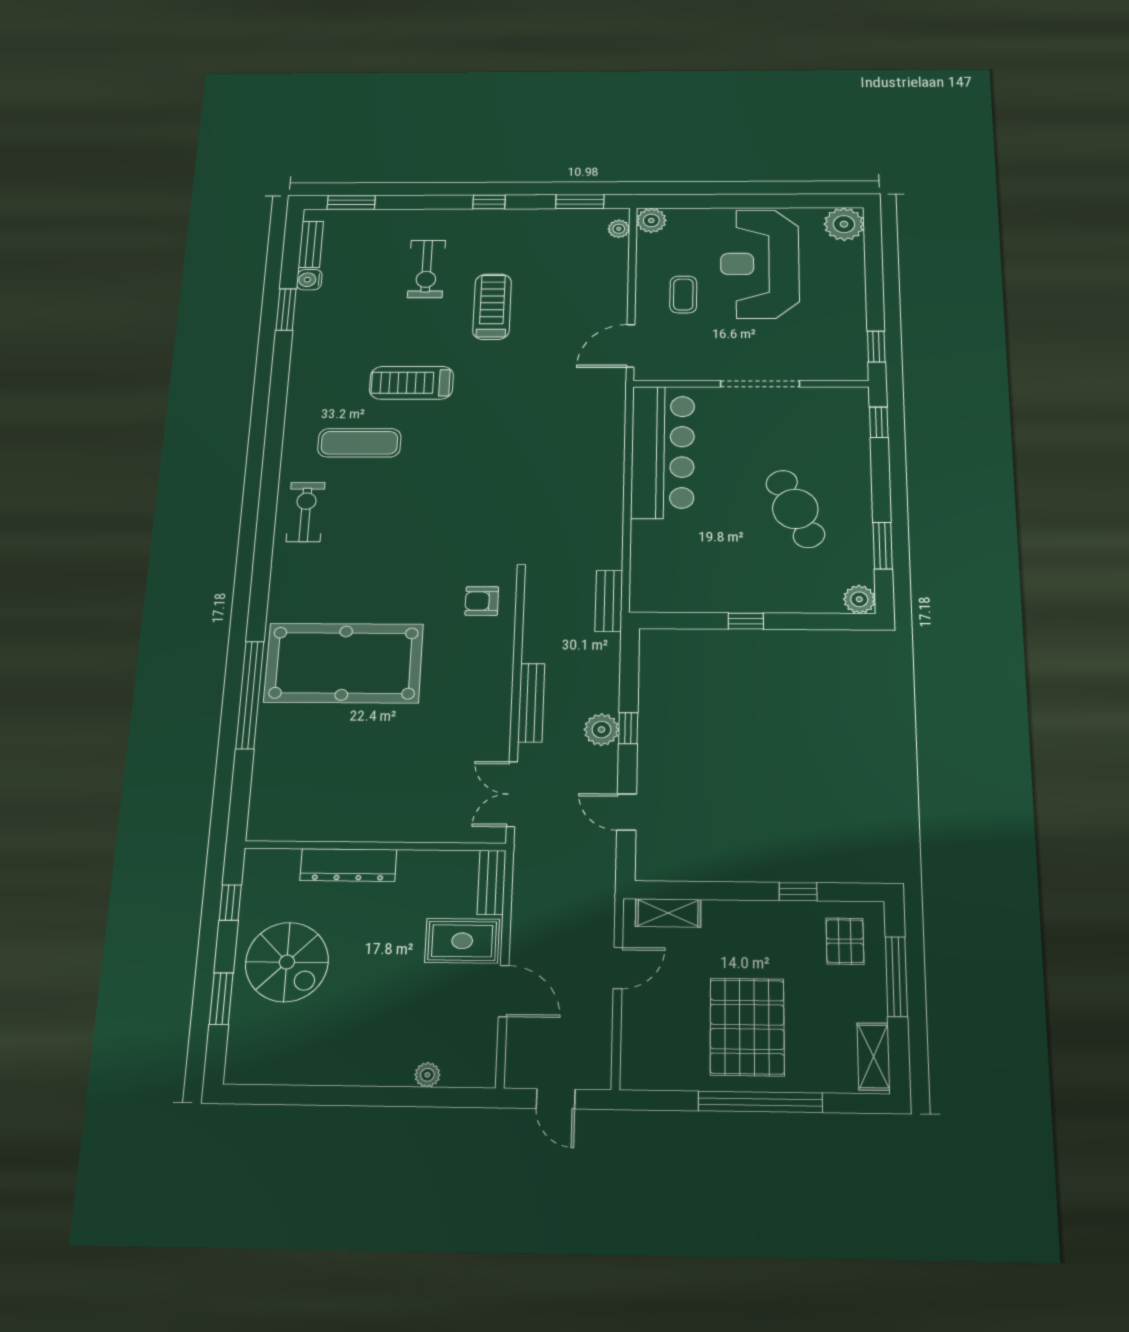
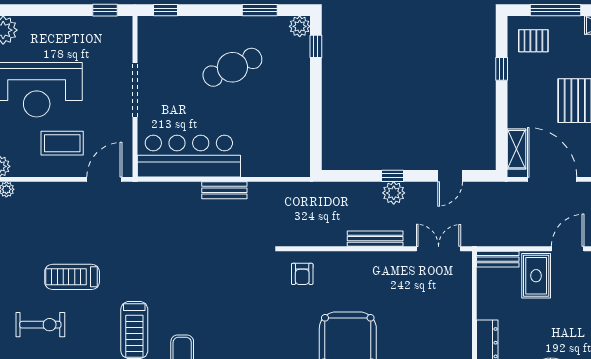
coffee table: (683, 294) -> (62, 143), width x1.36, depth x1.30
door: (631, 346) -> (104, 179), swing flipped
bench: (609, 601) -> (224, 190), moved
window: (746, 621) -> (316, 46), moved
double door: (512, 794) -> (439, 249), swing flipped
door: (618, 968) -> (552, 179), width x1.88

